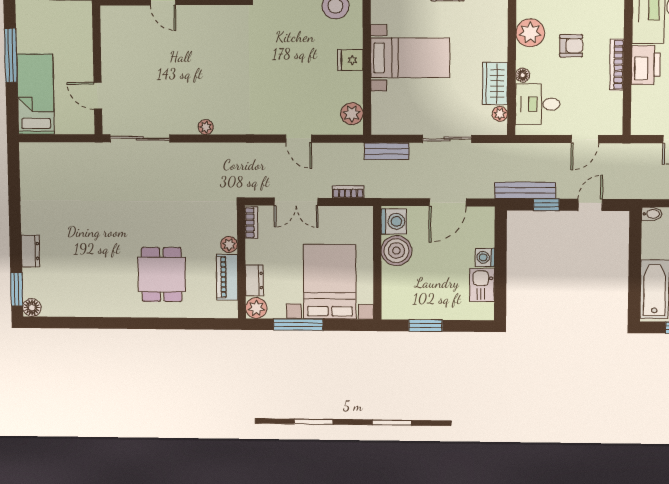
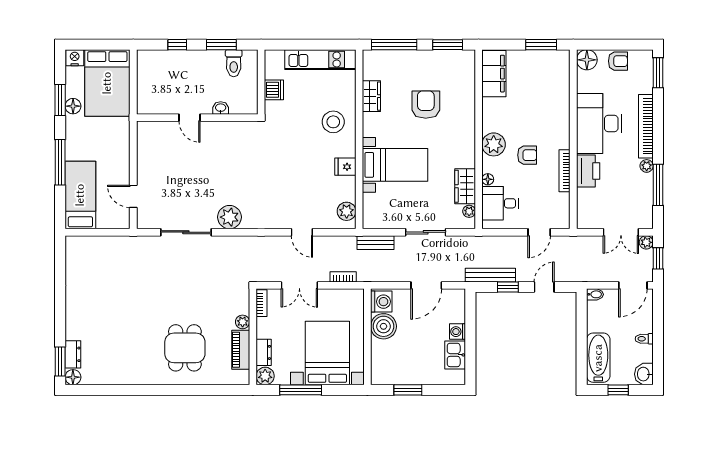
plant: (206, 127) -> (229, 217), width x1.87, depth x1.87
sliding door: (140, 138) -> (186, 232), moved
dresser: (30, 251) -> (73, 354), moved

